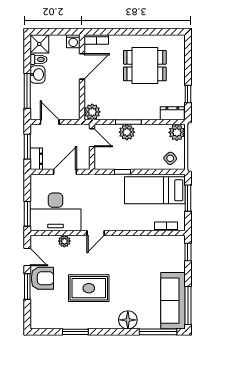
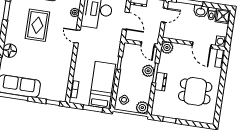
dining table: (145, 66) -> (195, 91), turned 90
dresser: (172, 113) -> (161, 82), moved
door: (92, 138) -> (148, 44), hinge flipped

